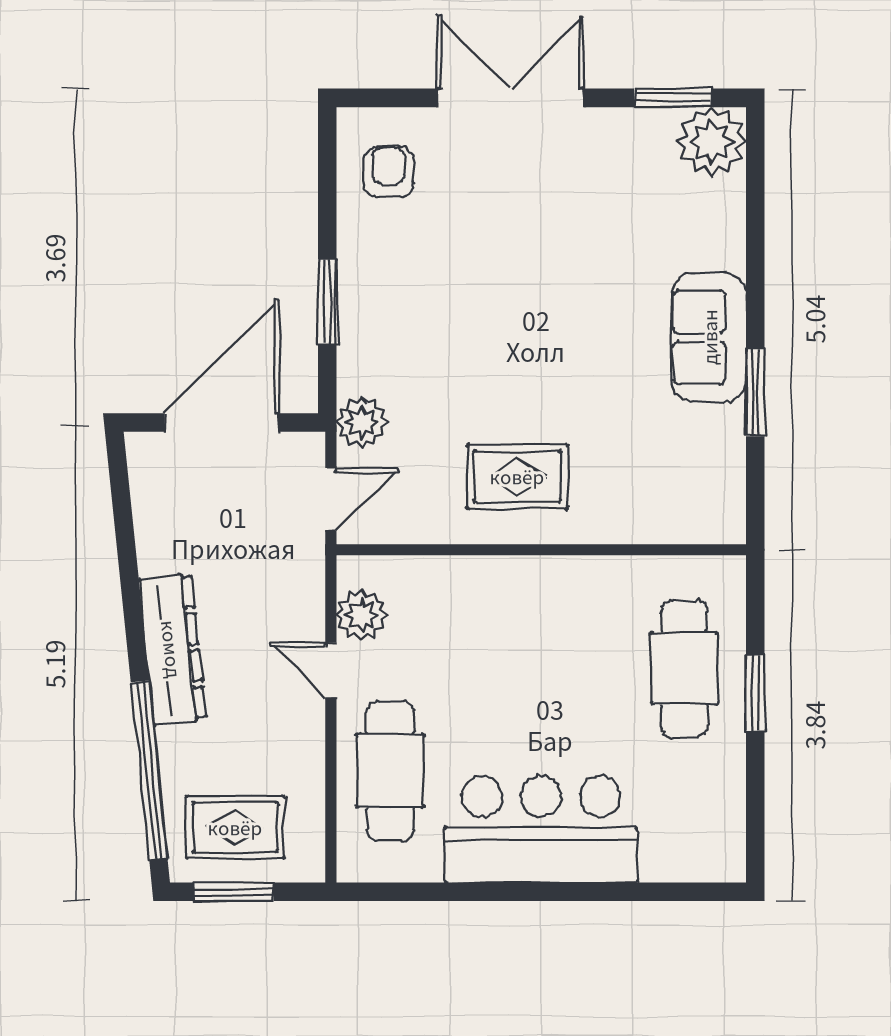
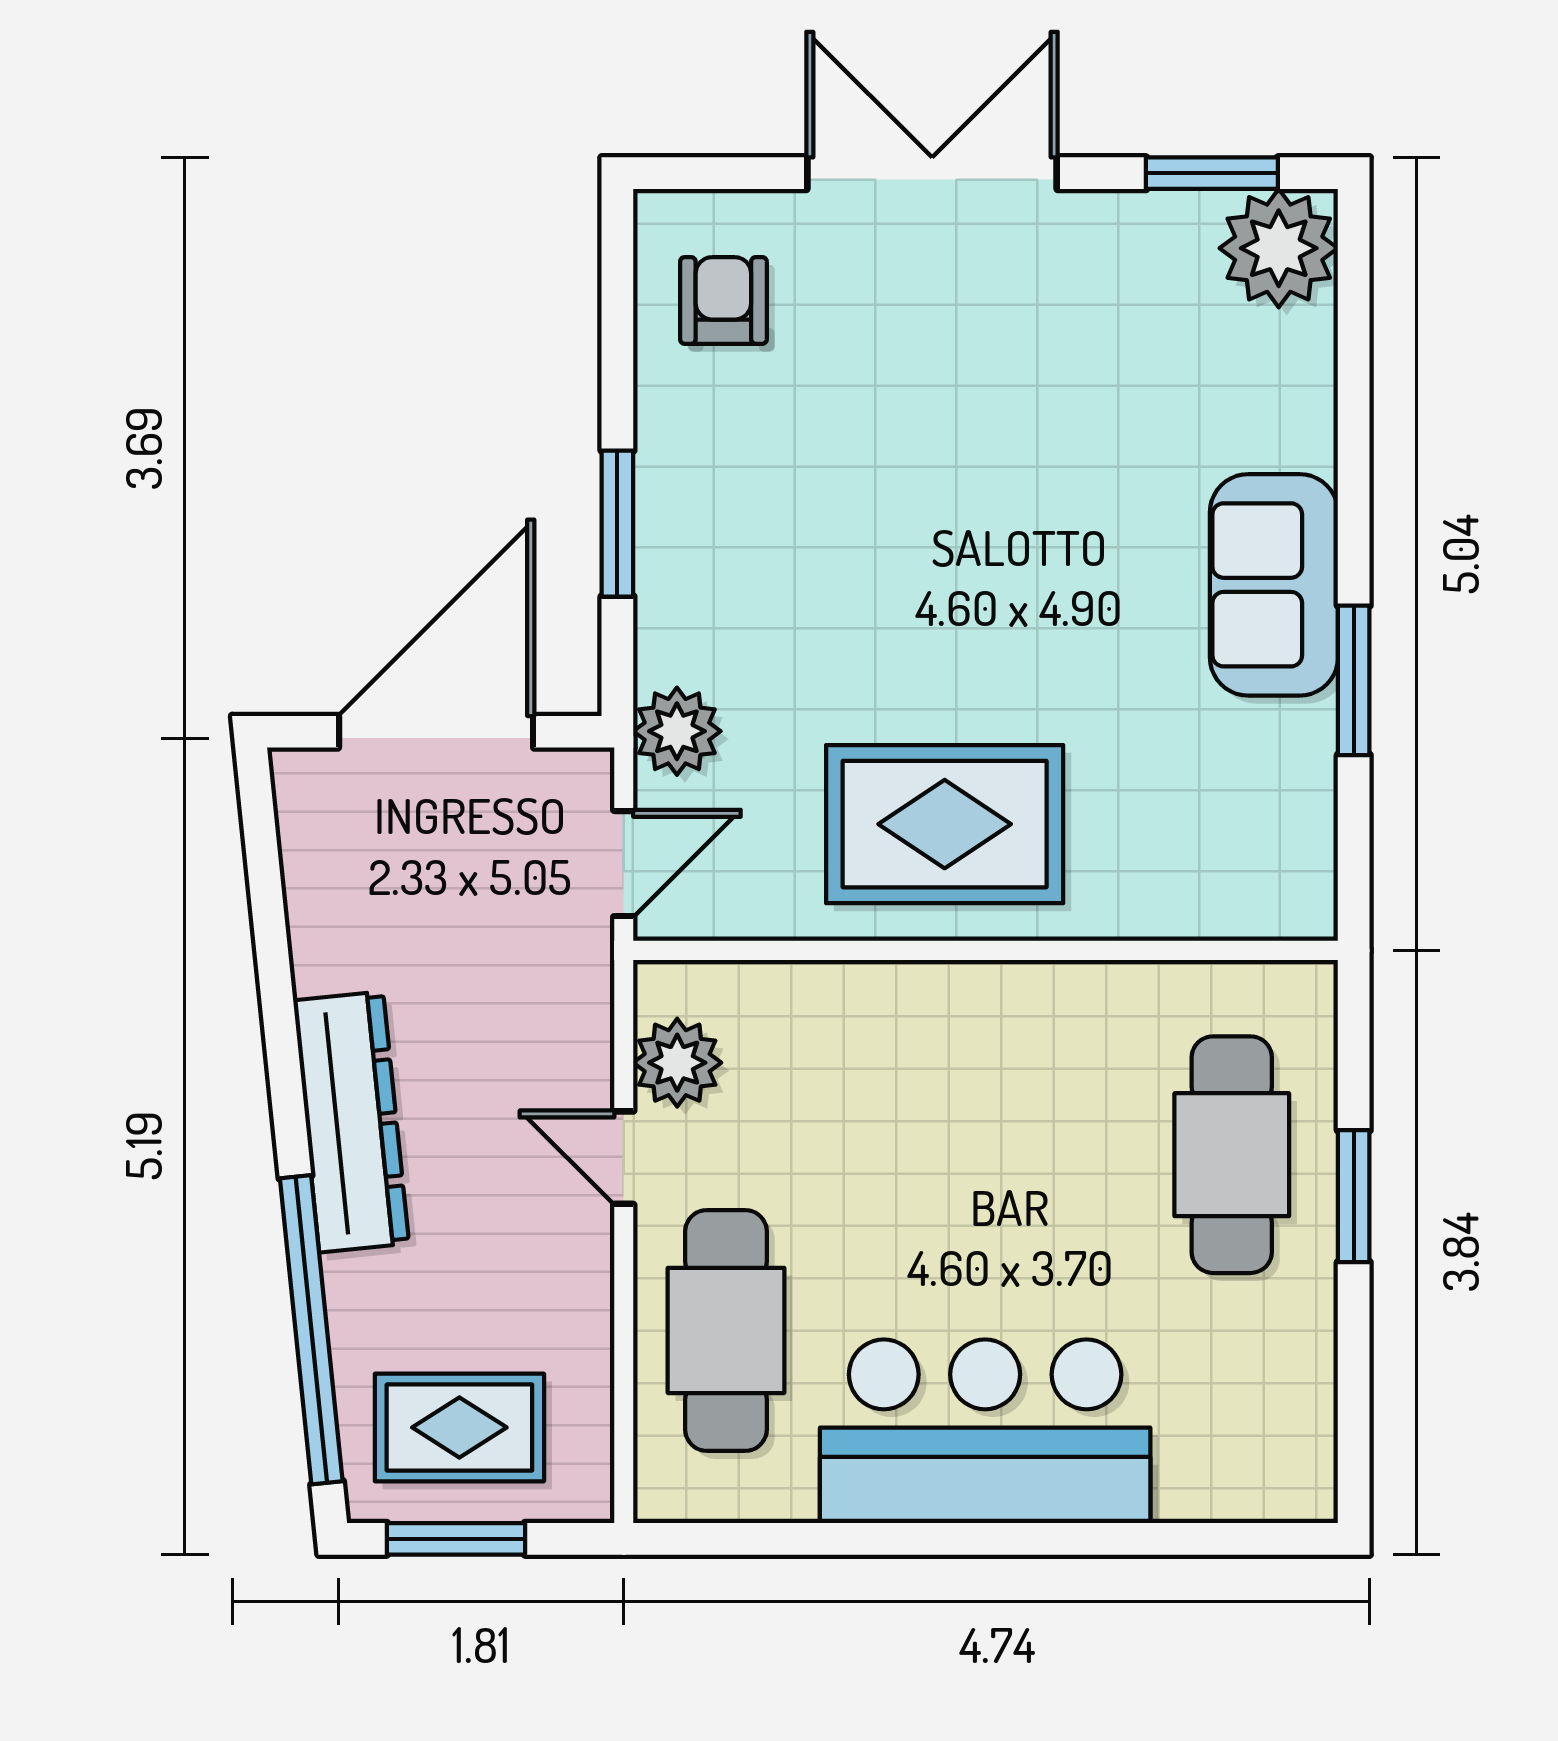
rug: (517, 476) -> (945, 824), width x1.36, depth x1.43

